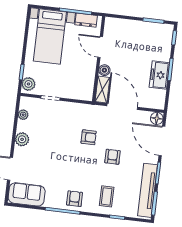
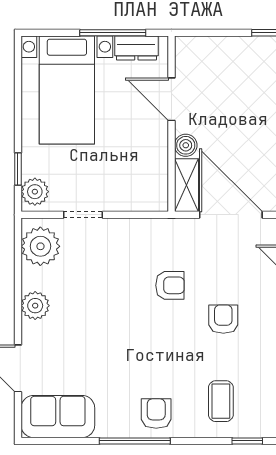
plant: (23, 115) -> (40, 246), width x1.88, depth x1.88

